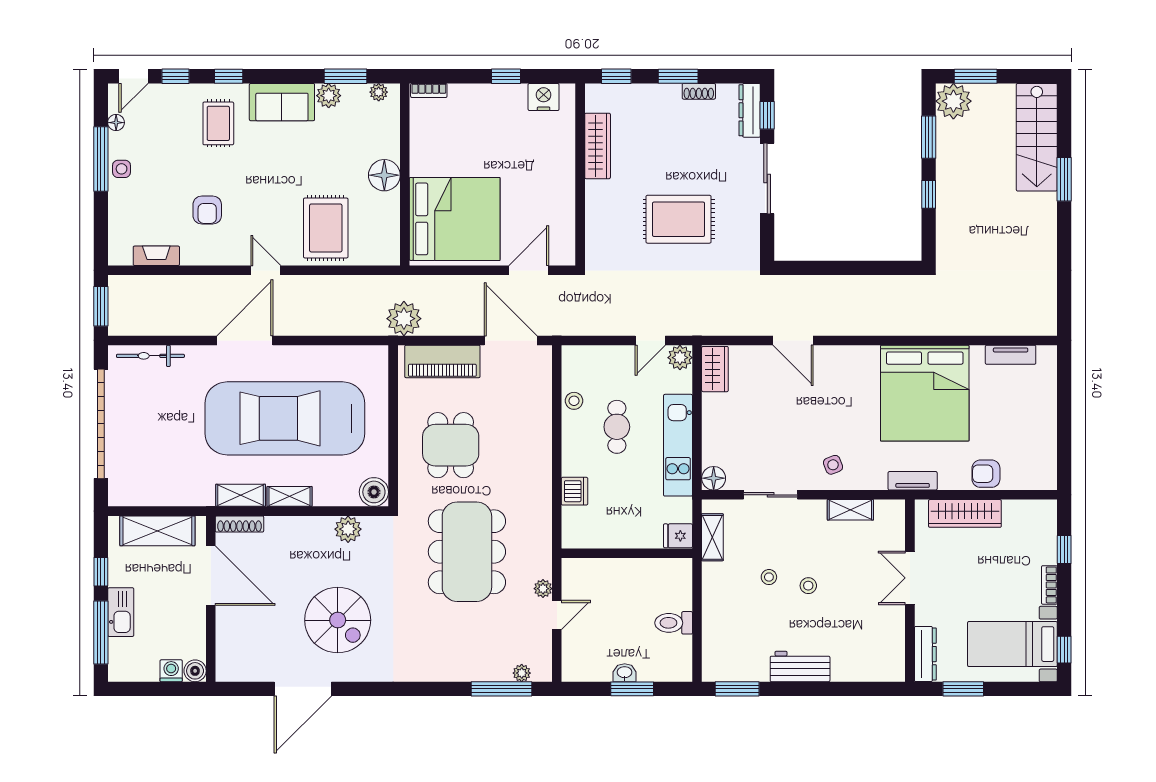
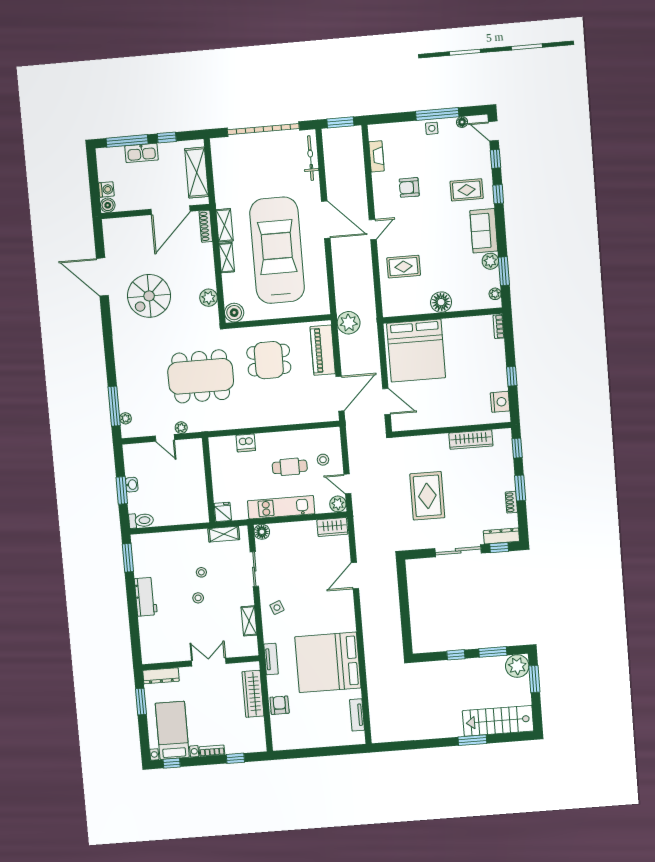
rug: (326, 228) -> (404, 267), width x0.73, depth x0.70
stool: (574, 401) -> (323, 460), moved
toilet: (674, 623) -> (141, 520), moved, turned 90

